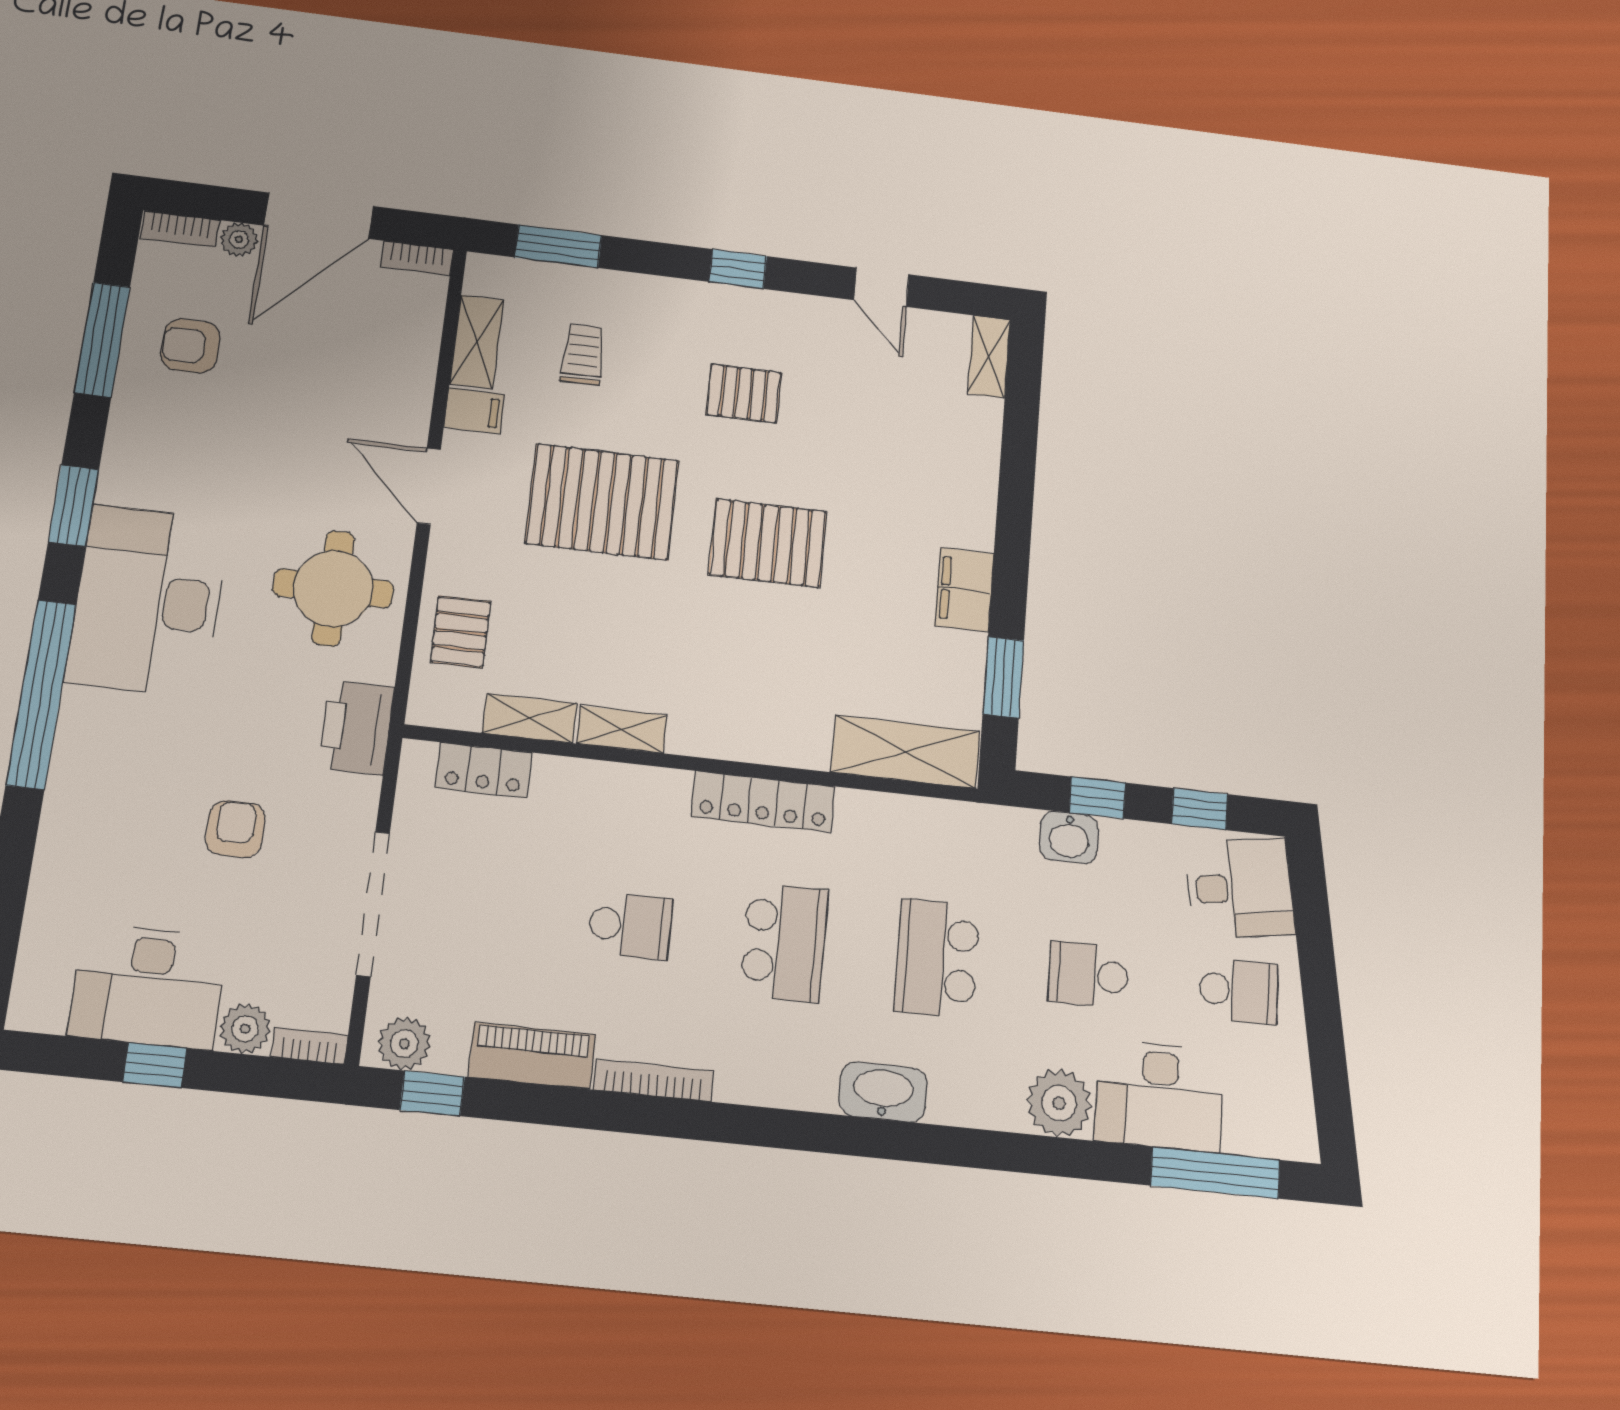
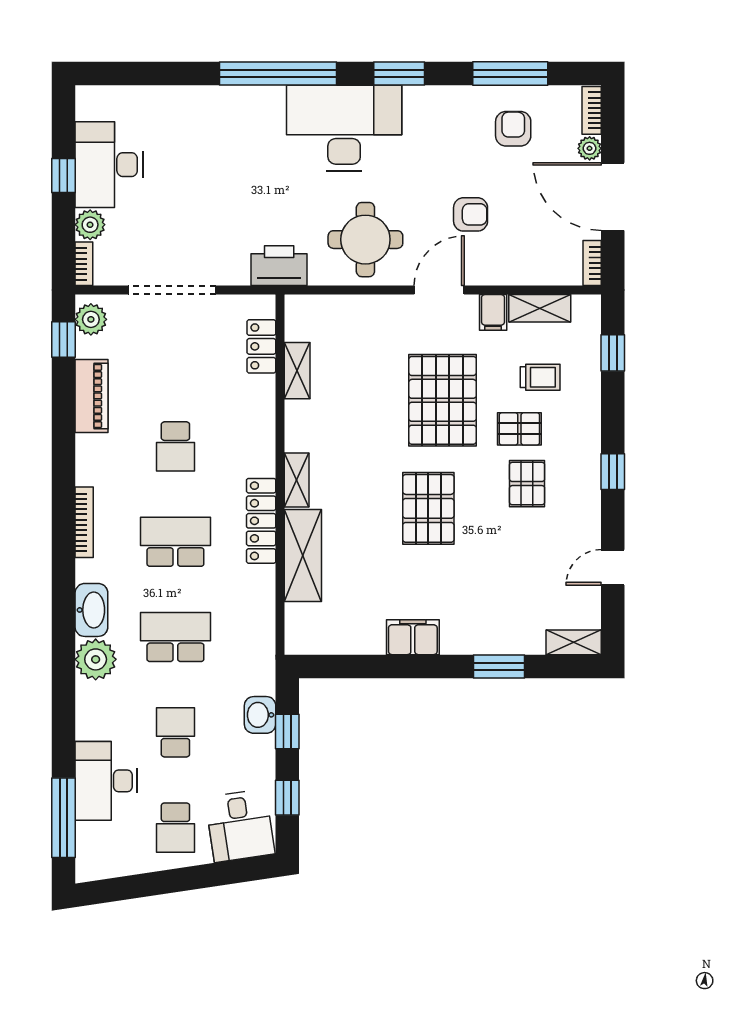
window: (558, 246) -> (613, 353), width x0.67
pallet: (461, 632) -> (519, 429), moved
window: (1003, 677) -> (499, 666), moved
shelving: (622, 729) -> (297, 480), moved
shelving: (906, 752) -> (303, 556), moved
armchair: (235, 829) -> (471, 214), moved
school desk: (784, 942) -> (175, 542), turned 180
bookcase: (653, 1081) -> (84, 522), moved
plant: (1059, 1103) -> (96, 659), moved

